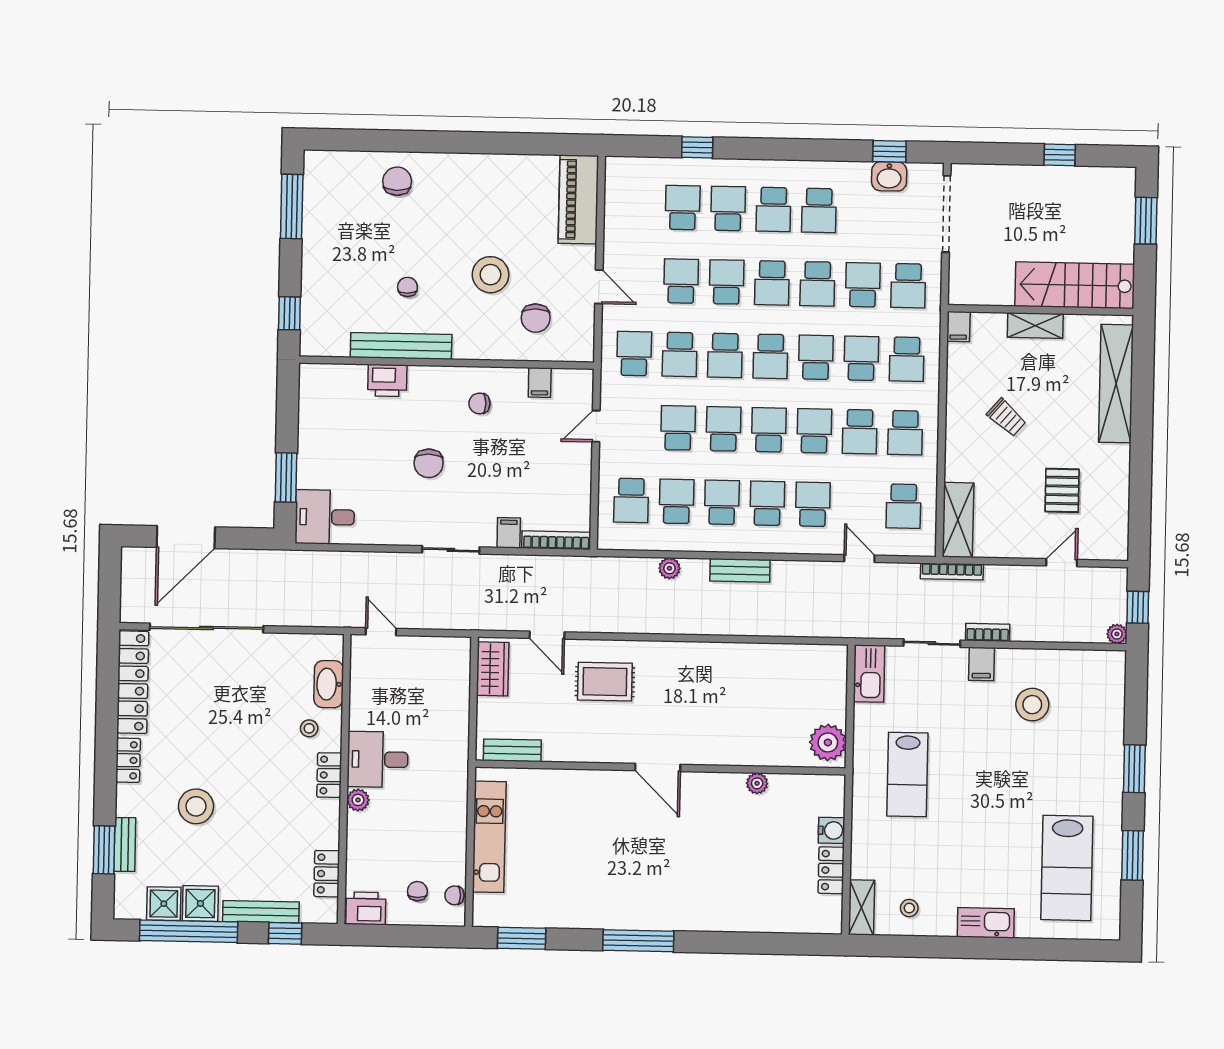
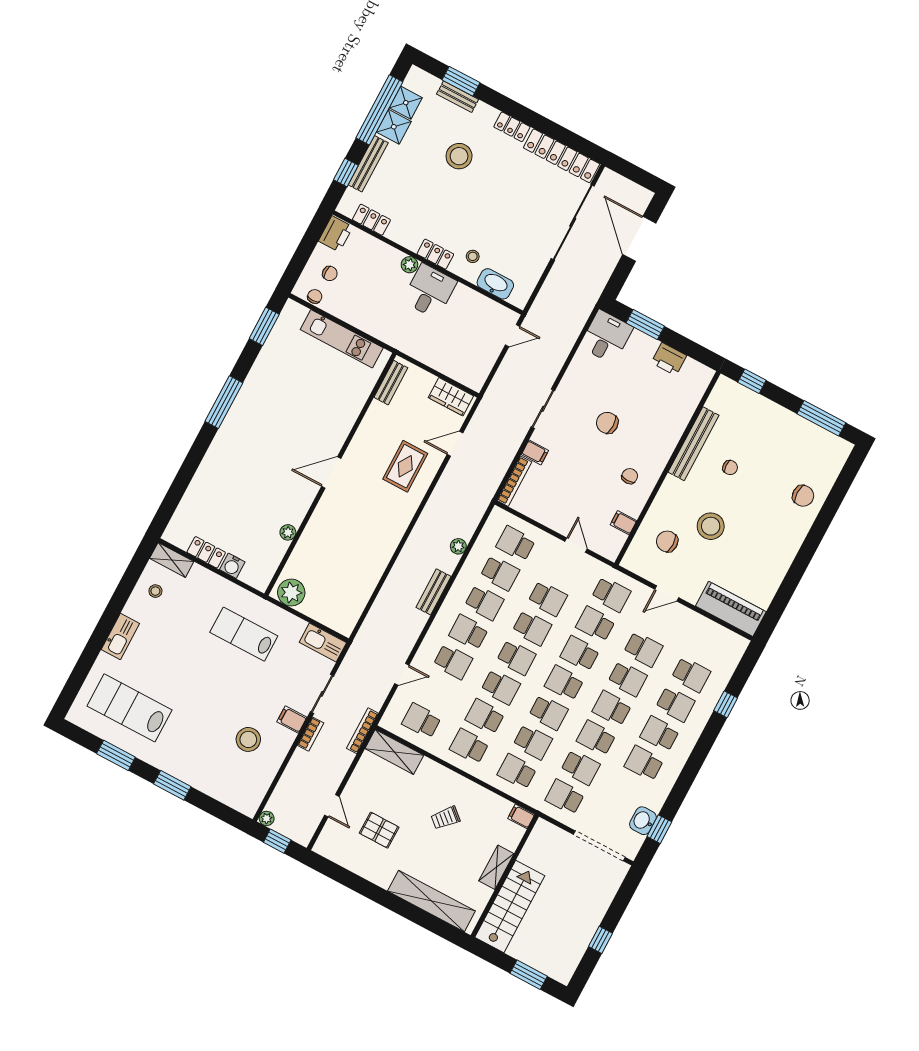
printer: (387, 380) -> (669, 359), moved, turned -90
school desk: (767, 503) -> (469, 632), turned 180

